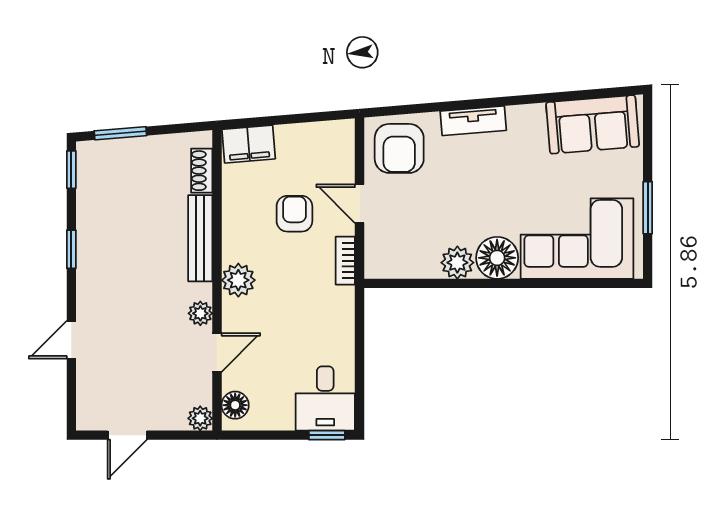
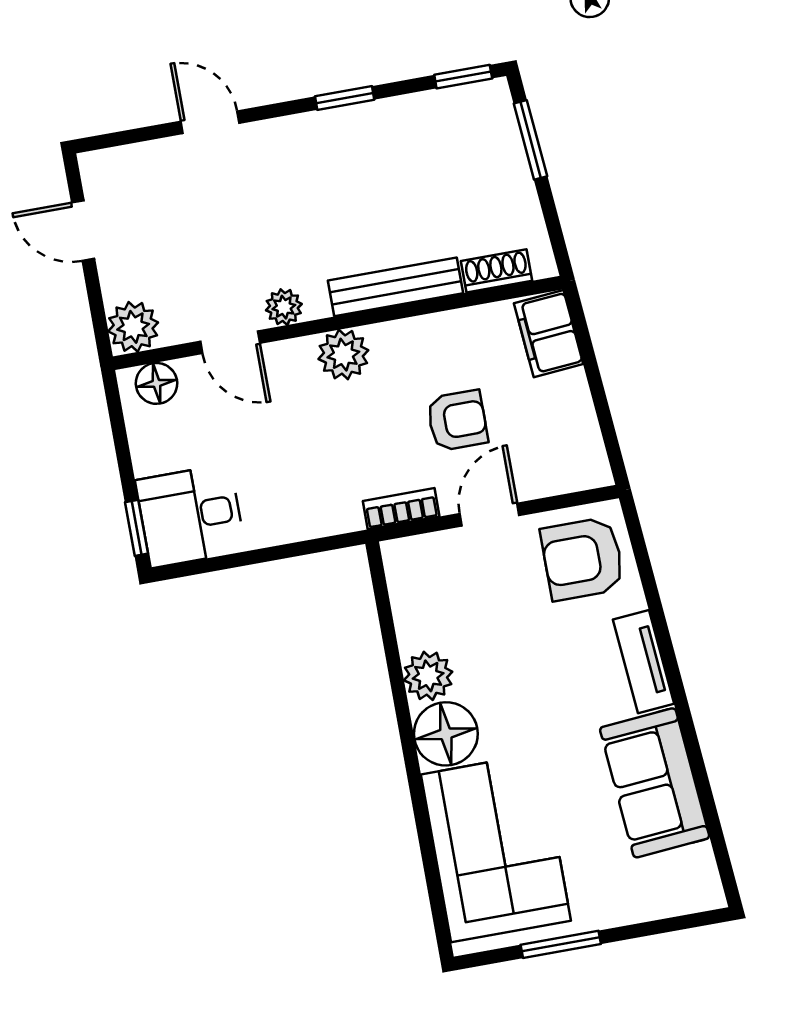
sofa: (593, 124) -> (655, 783), moved
plant: (200, 418) -> (133, 327), width x1.38, depth x1.38

